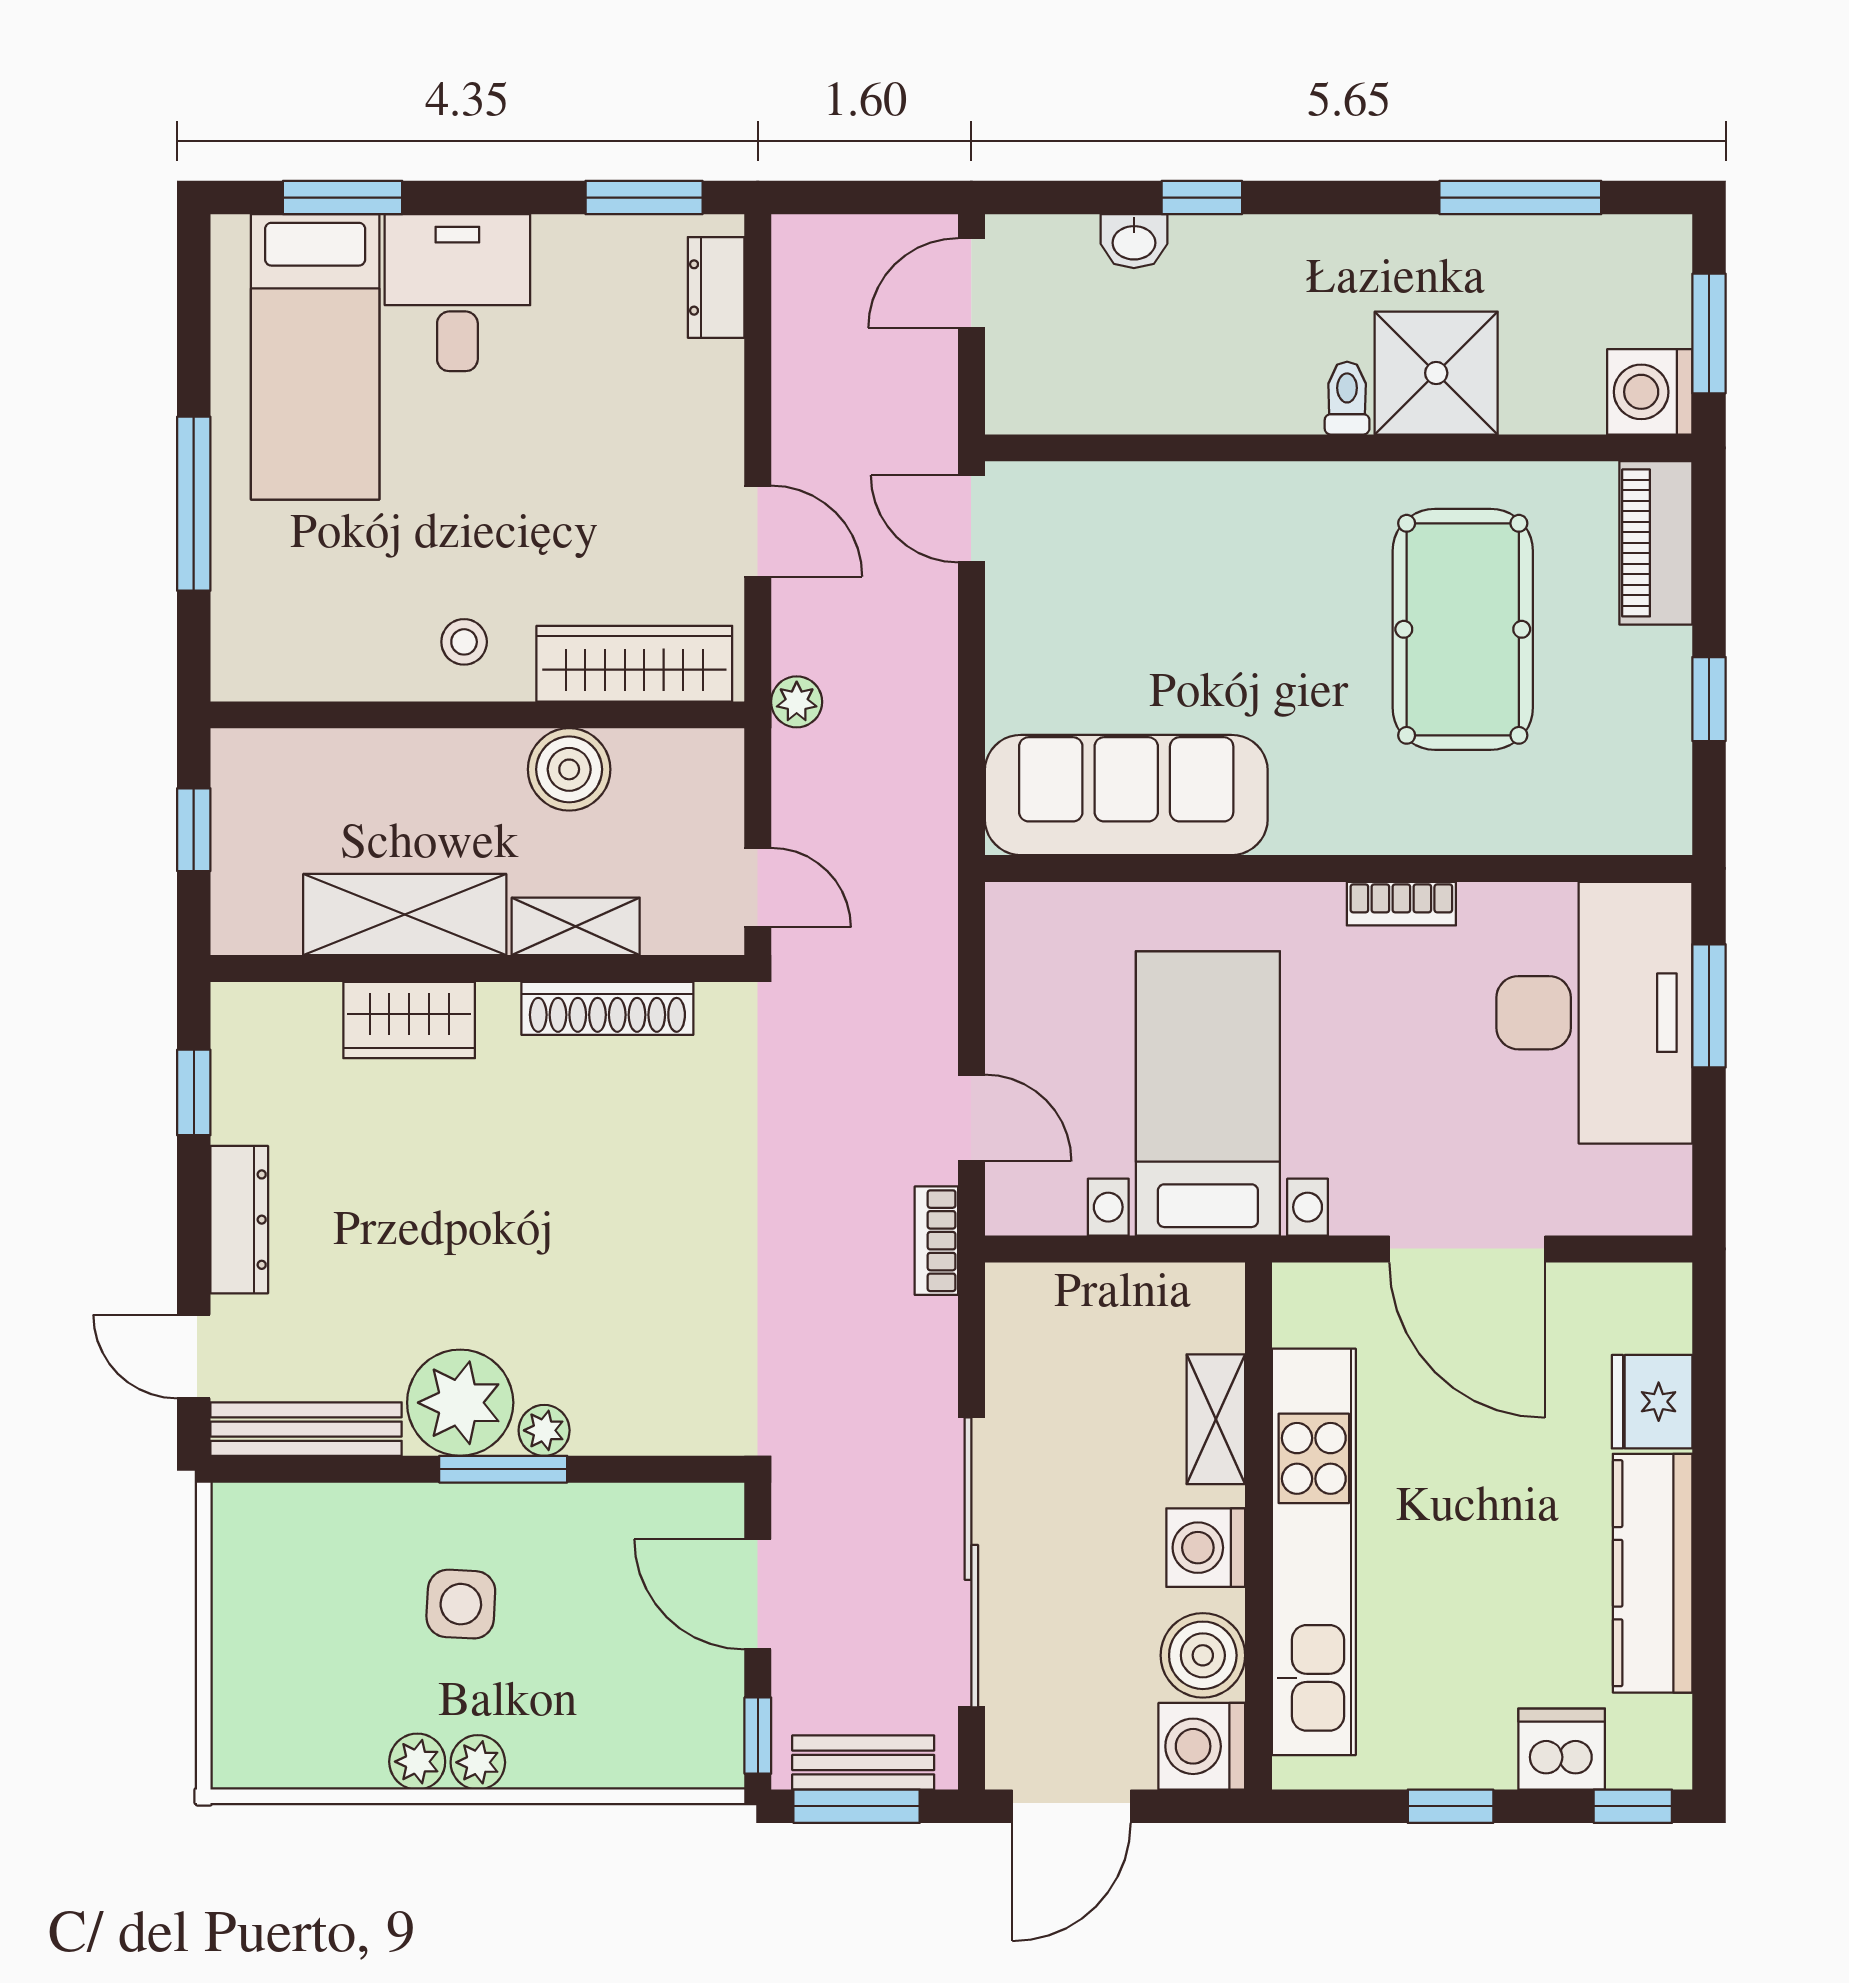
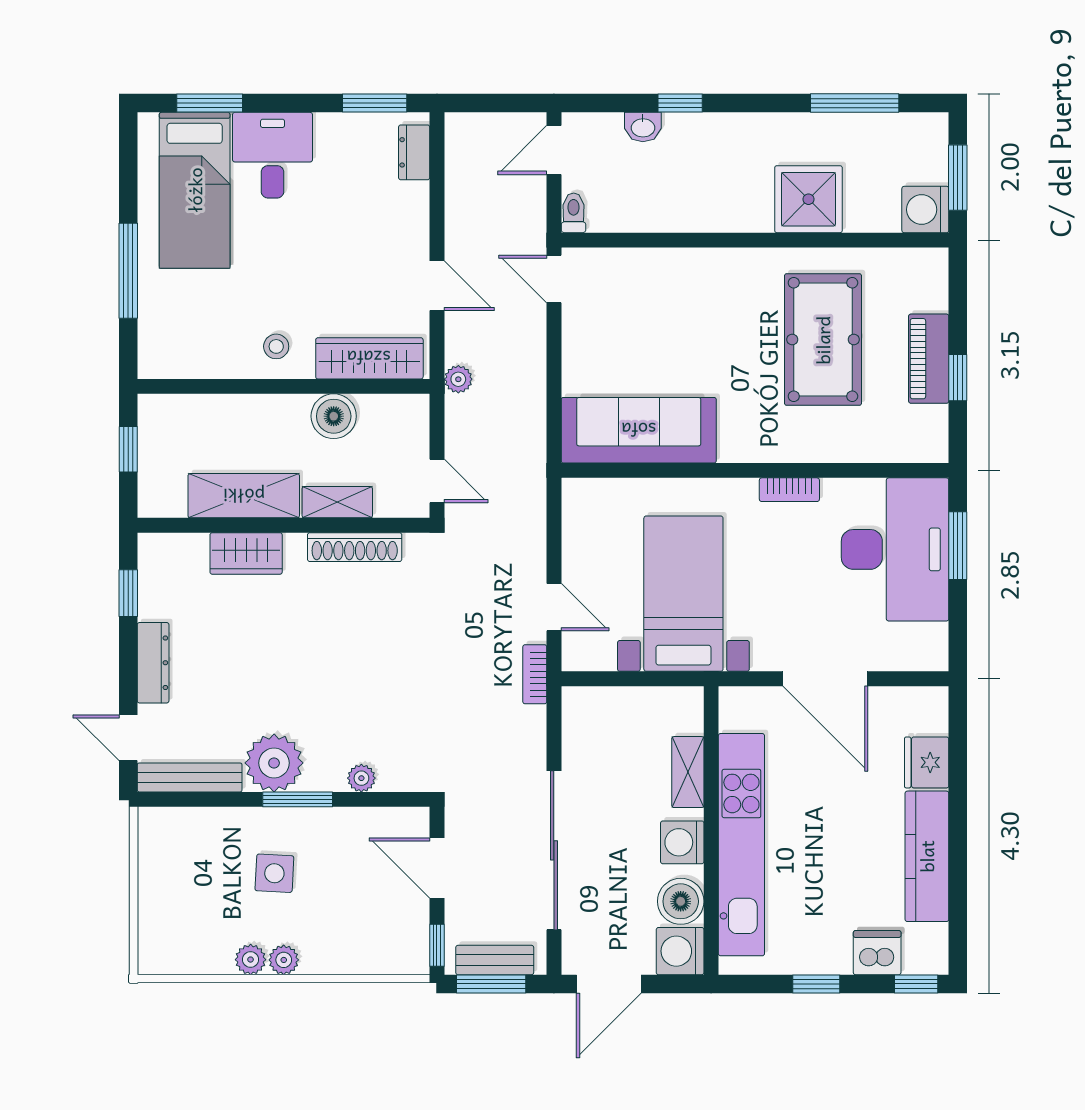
toilet: (1347, 398) -> (574, 213), moved
piano: (1656, 543) -> (929, 359), moved
plant: (544, 1430) -> (361, 778), moved

